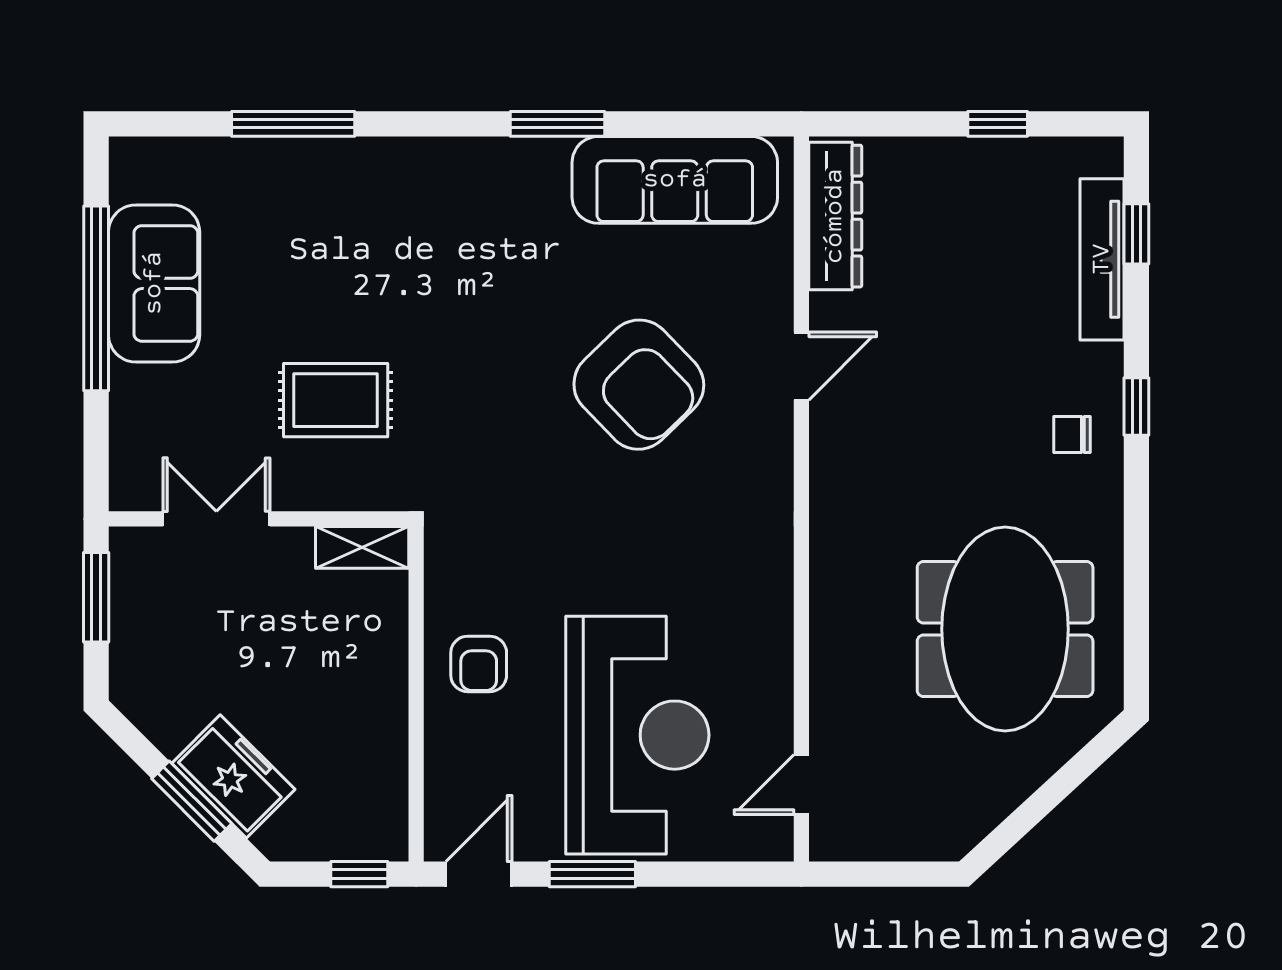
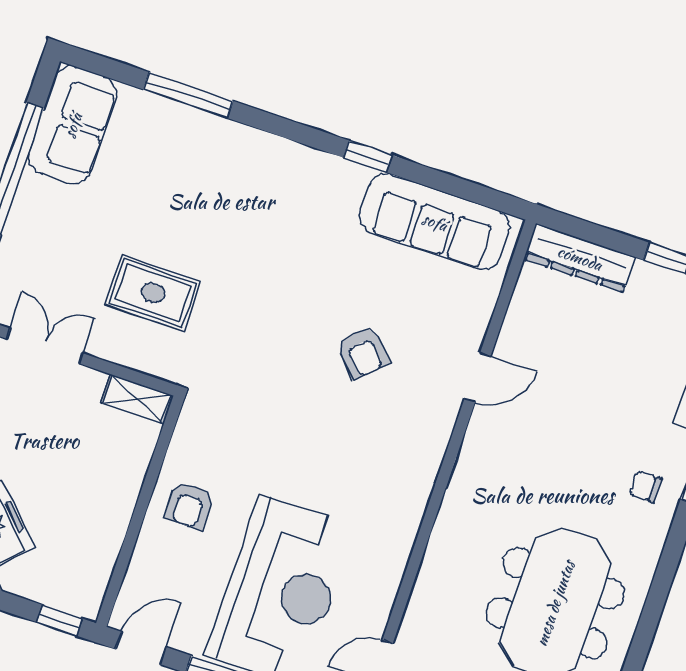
window: (558, 124) -> (368, 156), width x0.67
dresser: (835, 216) -> (580, 258), moved, turned 90
sofa: (154, 283) -> (73, 125), moved
armchair: (639, 385) -> (363, 352), width x0.53, depth x0.53

